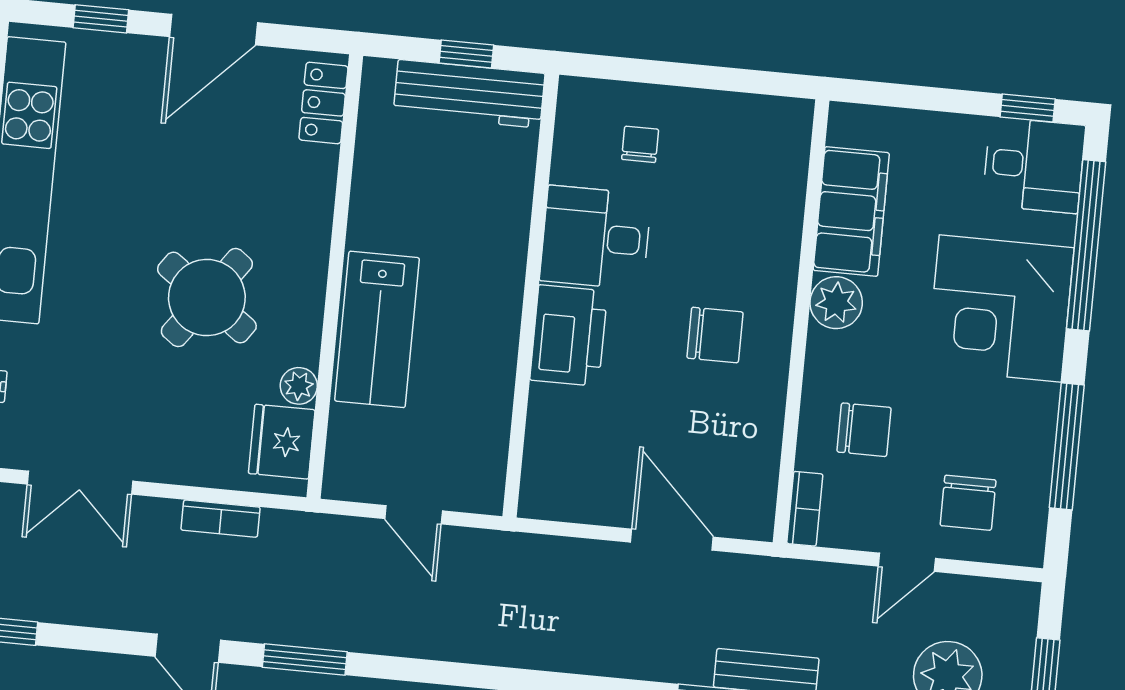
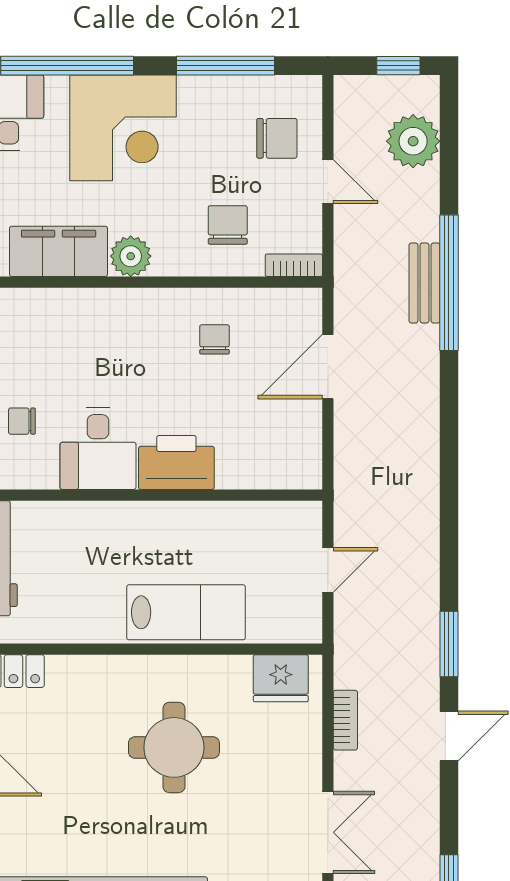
round table: (207, 298) -> (174, 747), turned -36
chair: (715, 335) -> (215, 339), moved, width x0.73, depth x0.73
plant: (299, 386) -> (236, 669), removed

